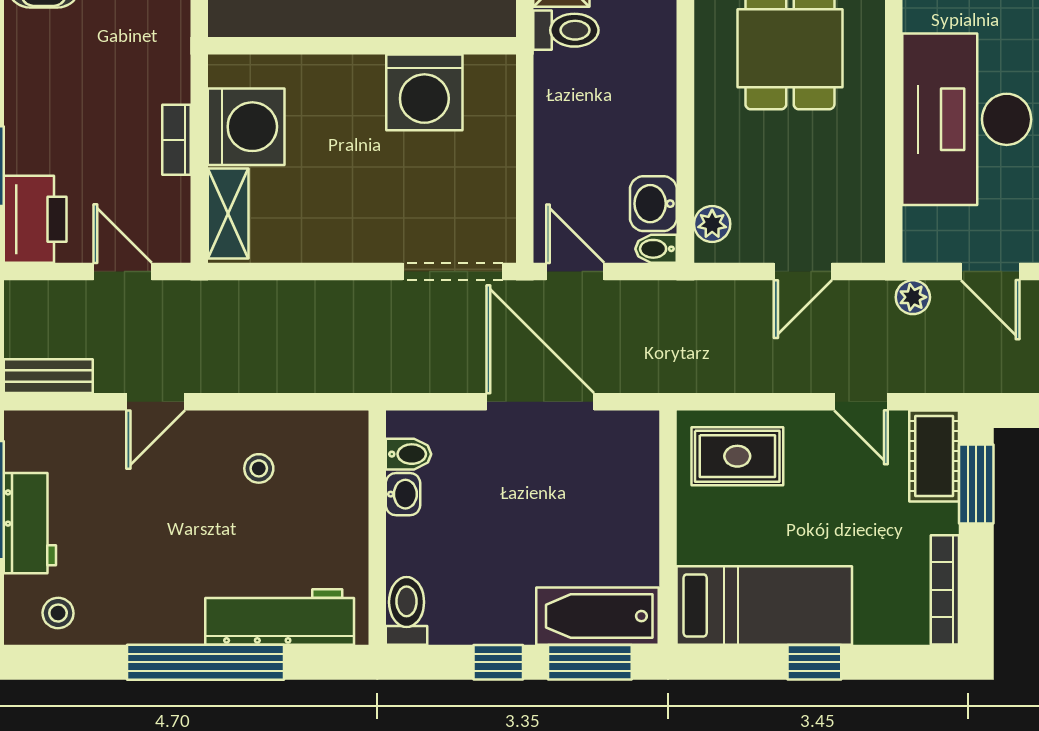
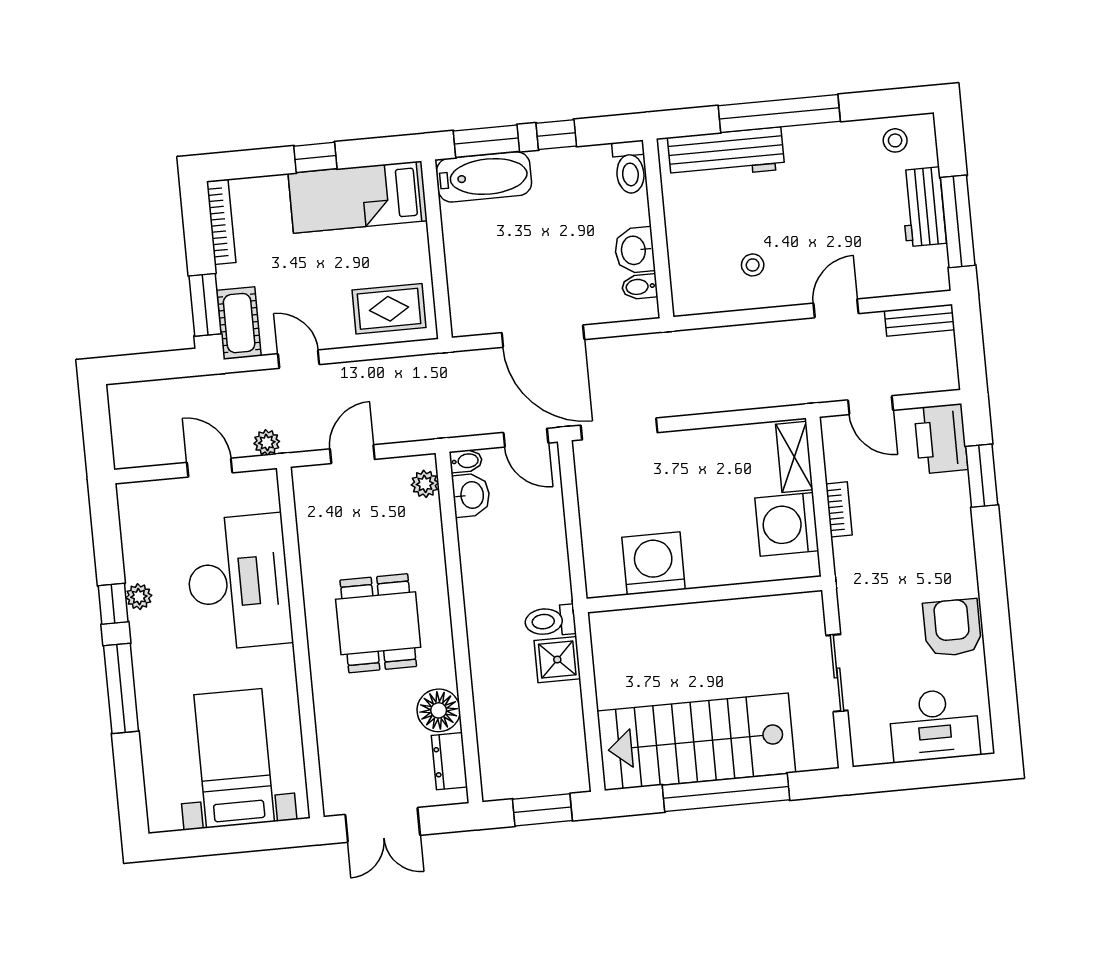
washbasin: (403, 494) -> (635, 250), width x1.38, depth x1.45

